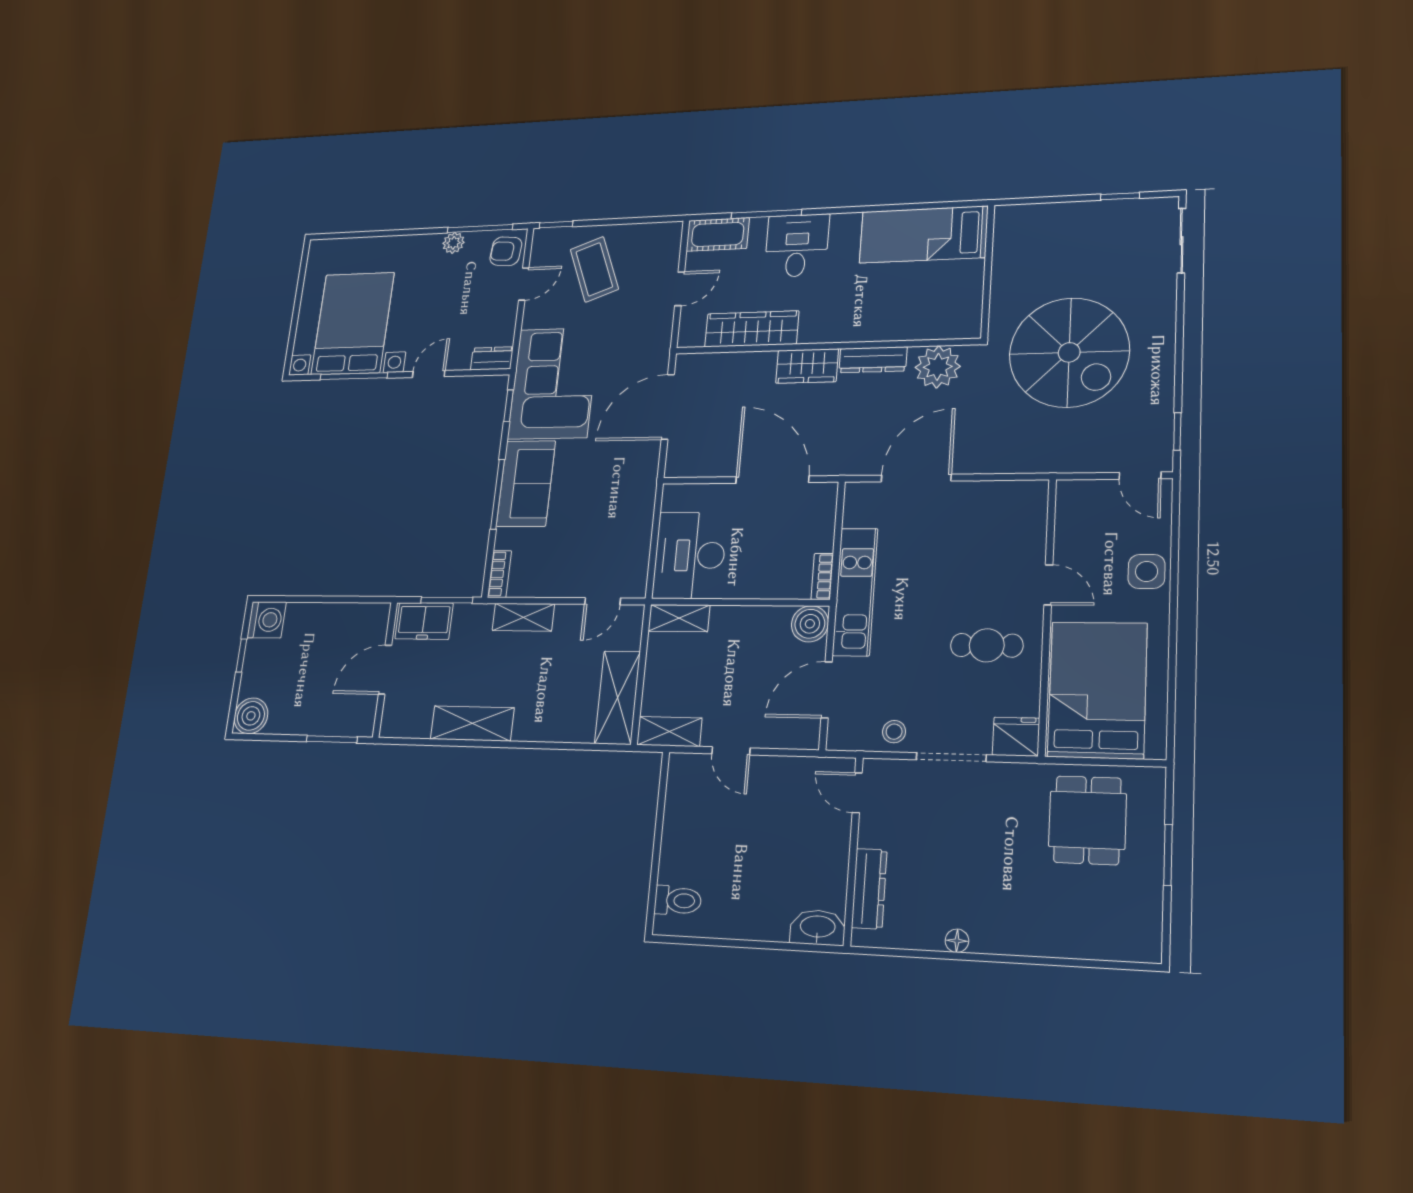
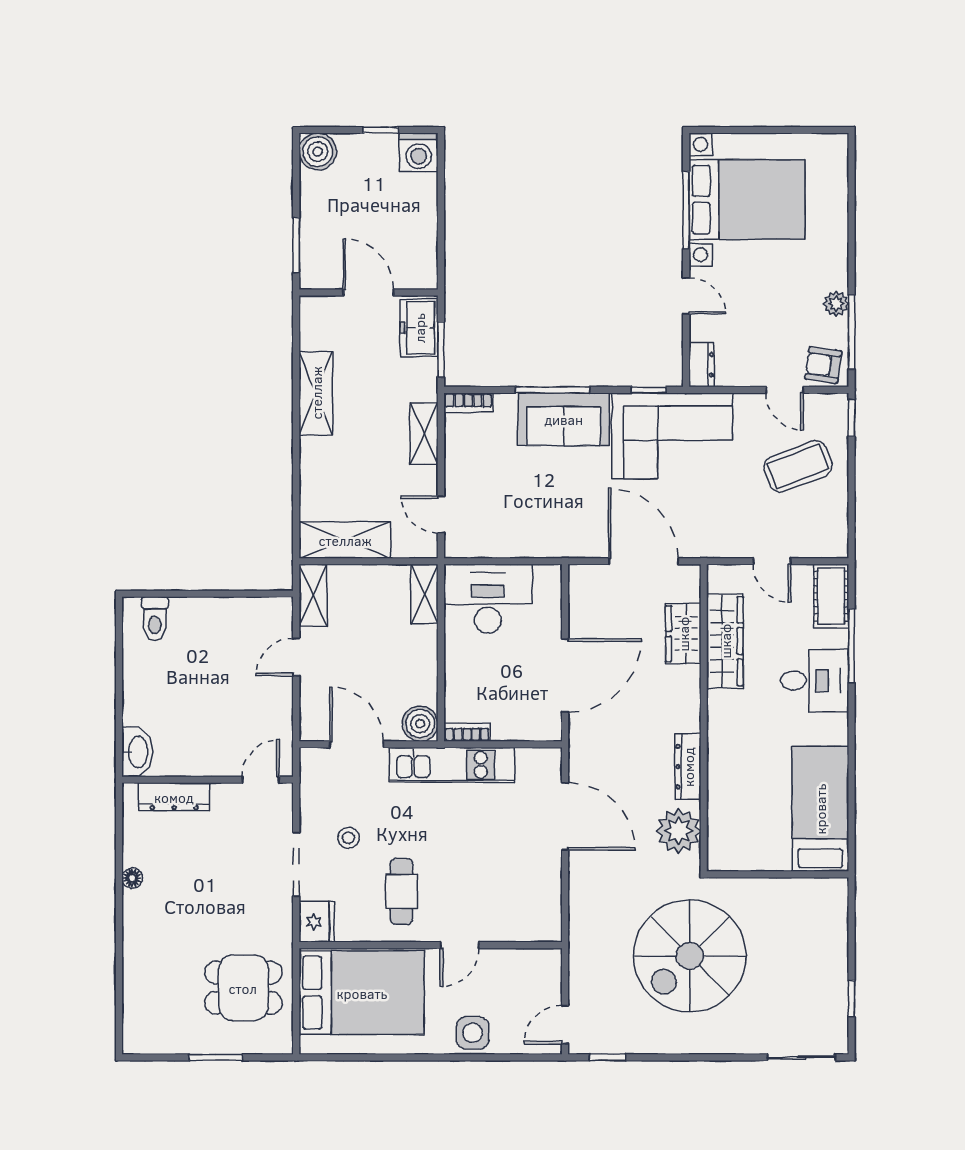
armchair: (506, 251) -> (823, 365), turned -87
wardrobe: (807, 366) -> (683, 634), moved
stool: (894, 732) -> (349, 838), moved

